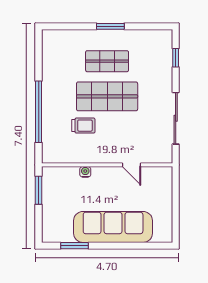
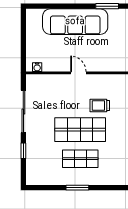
window: (176, 58) -> (23, 151), moved
door: (132, 165) -> (78, 73), moved
water cooler: (85, 172) -> (37, 67), moved

